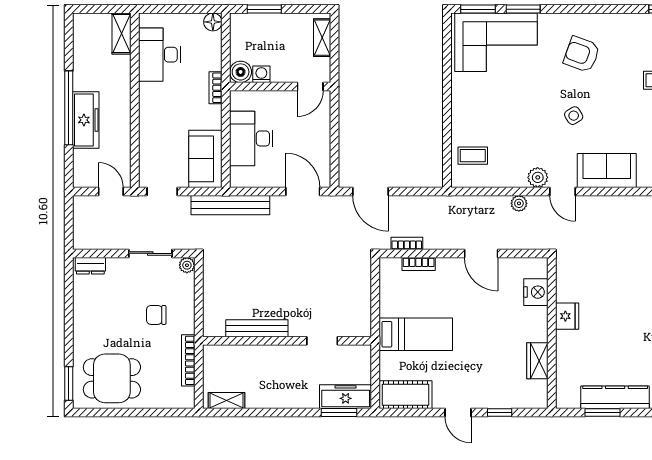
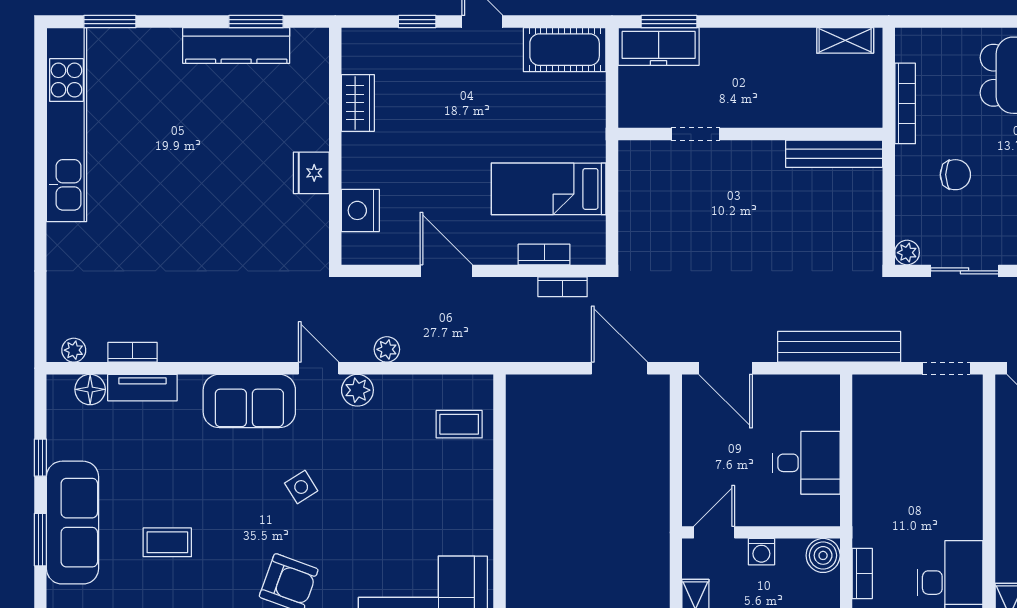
washing machine: (261, 74) -> (761, 552), moved
bookcase: (216, 88) -> (862, 573), moved
desk: (251, 138) -> (806, 463), width x0.73
sofa: (205, 159) -> (878, 419), removed
bench: (257, 328) -> (834, 154), moved
bed: (416, 334) -> (549, 189), moved

